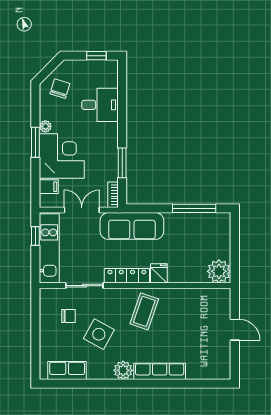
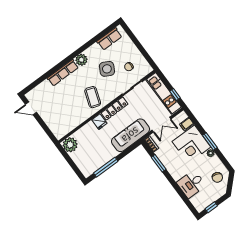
door: (235, 330) -> (31, 108), moved

